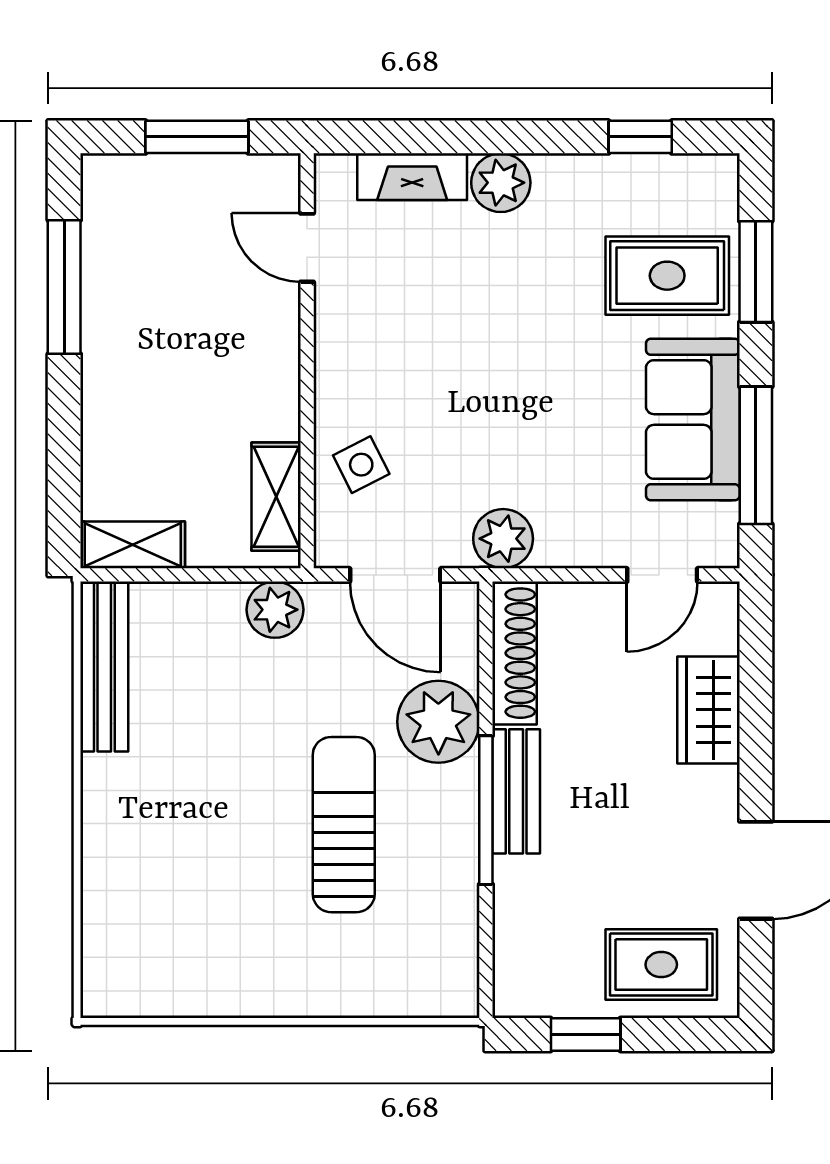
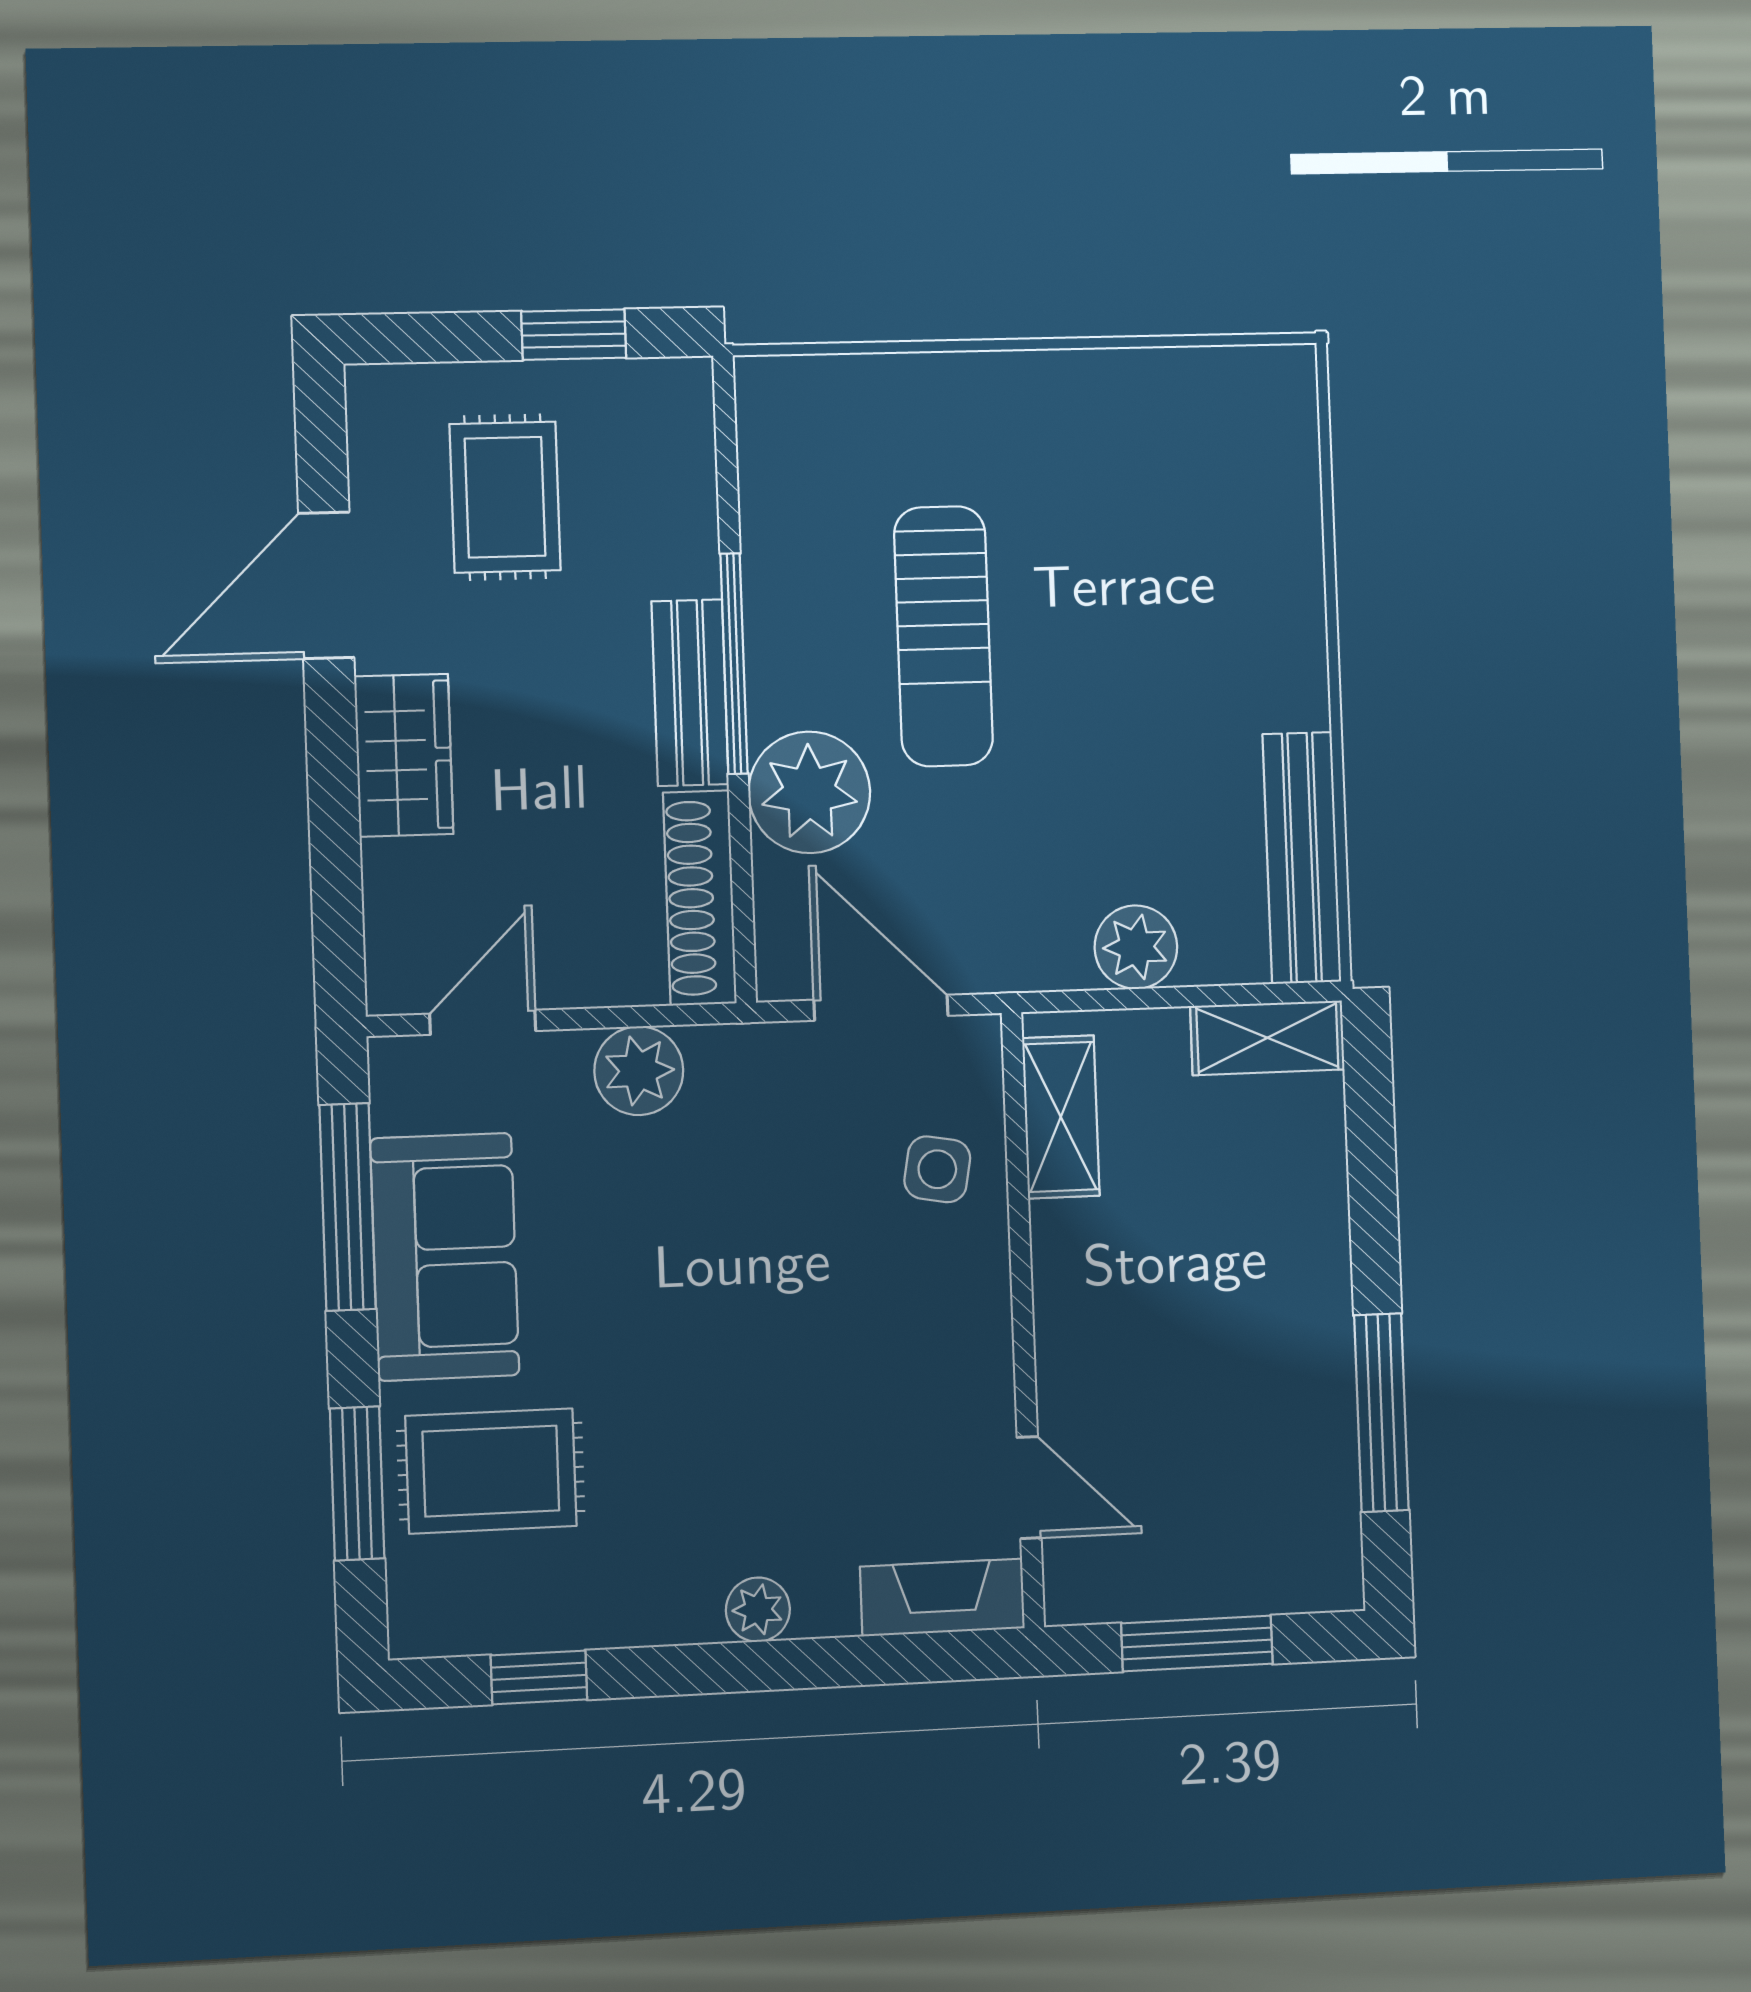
fireplace: (412, 177) -> (942, 1597), moved
plant: (501, 183) -> (758, 1610), width x0.73, depth x0.73
side table: (361, 465) -> (937, 1169), turned 37
plant: (503, 539) -> (639, 1071), moved
plant: (275, 610) -> (1136, 947), moved
wardrobe: (708, 710) -> (404, 755), moved
rug: (661, 965) -> (505, 497), moved, turned 90

